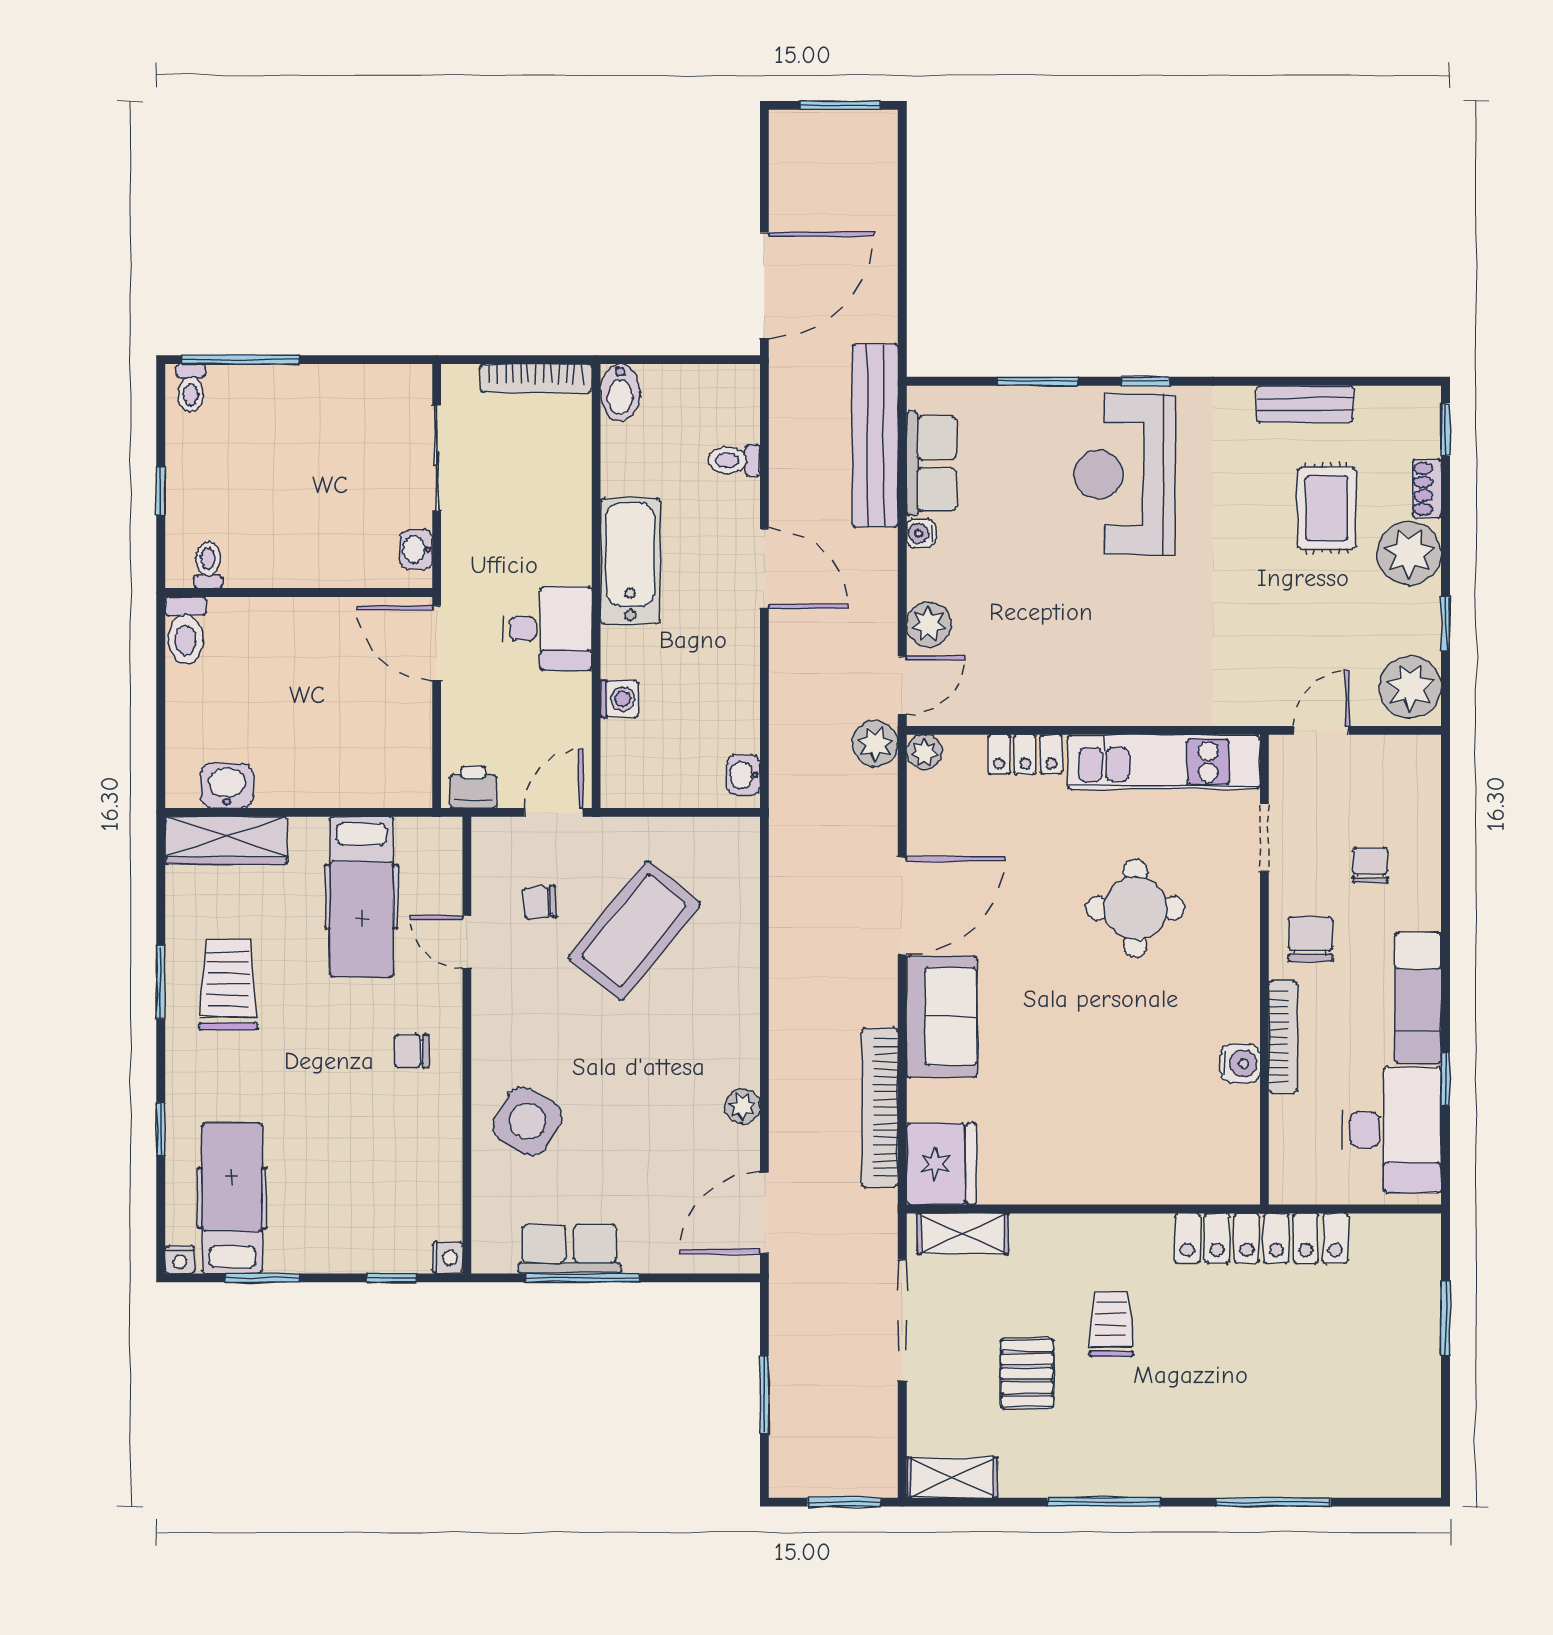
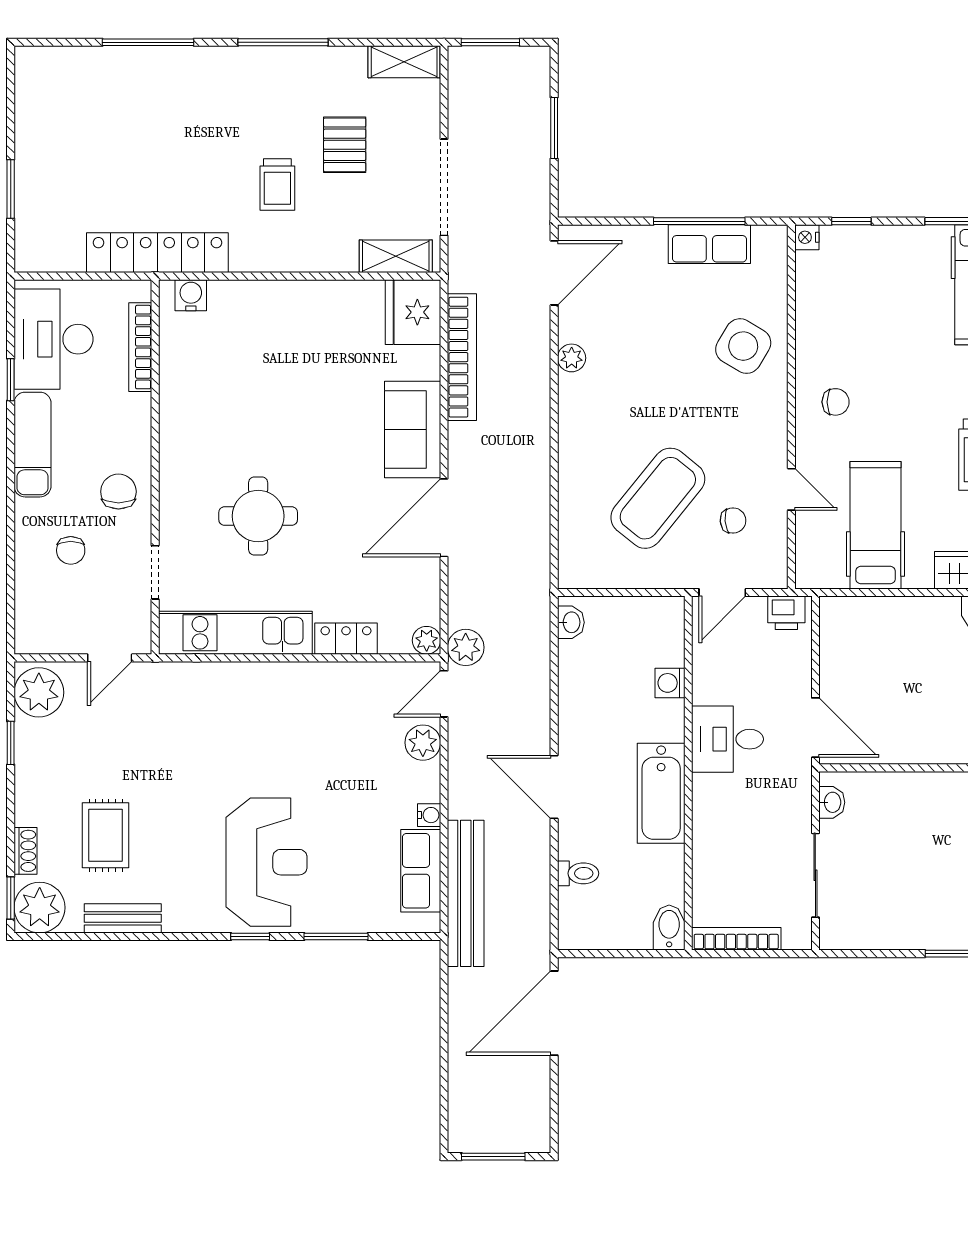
plant: (1409, 553) -> (40, 908), moved
chair: (1310, 939) -> (118, 492), turned 180
bookcase: (1283, 1037) -> (140, 347), moved
water cooler: (1240, 1063) -> (191, 295), moved, turned 90

